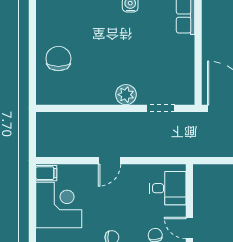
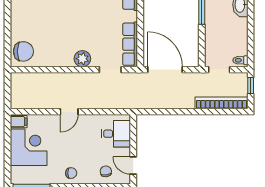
chair: (58, 59) -> (23, 51), moved, turned 90
row of seats: (186, 77) -> (130, 44), added

